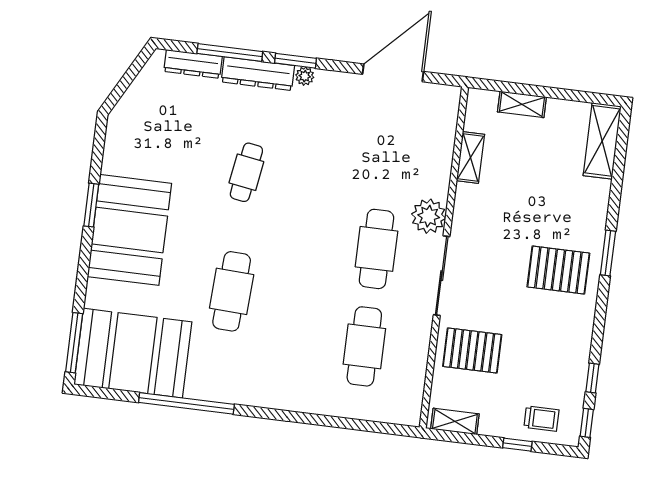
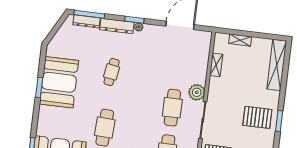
window: (230, 53) -> (89, 14), moved
shelving: (602, 141) -> (277, 65), width x1.47
booth: (129, 230) -> (59, 82), moved
window: (608, 253) -> (279, 121), moved

